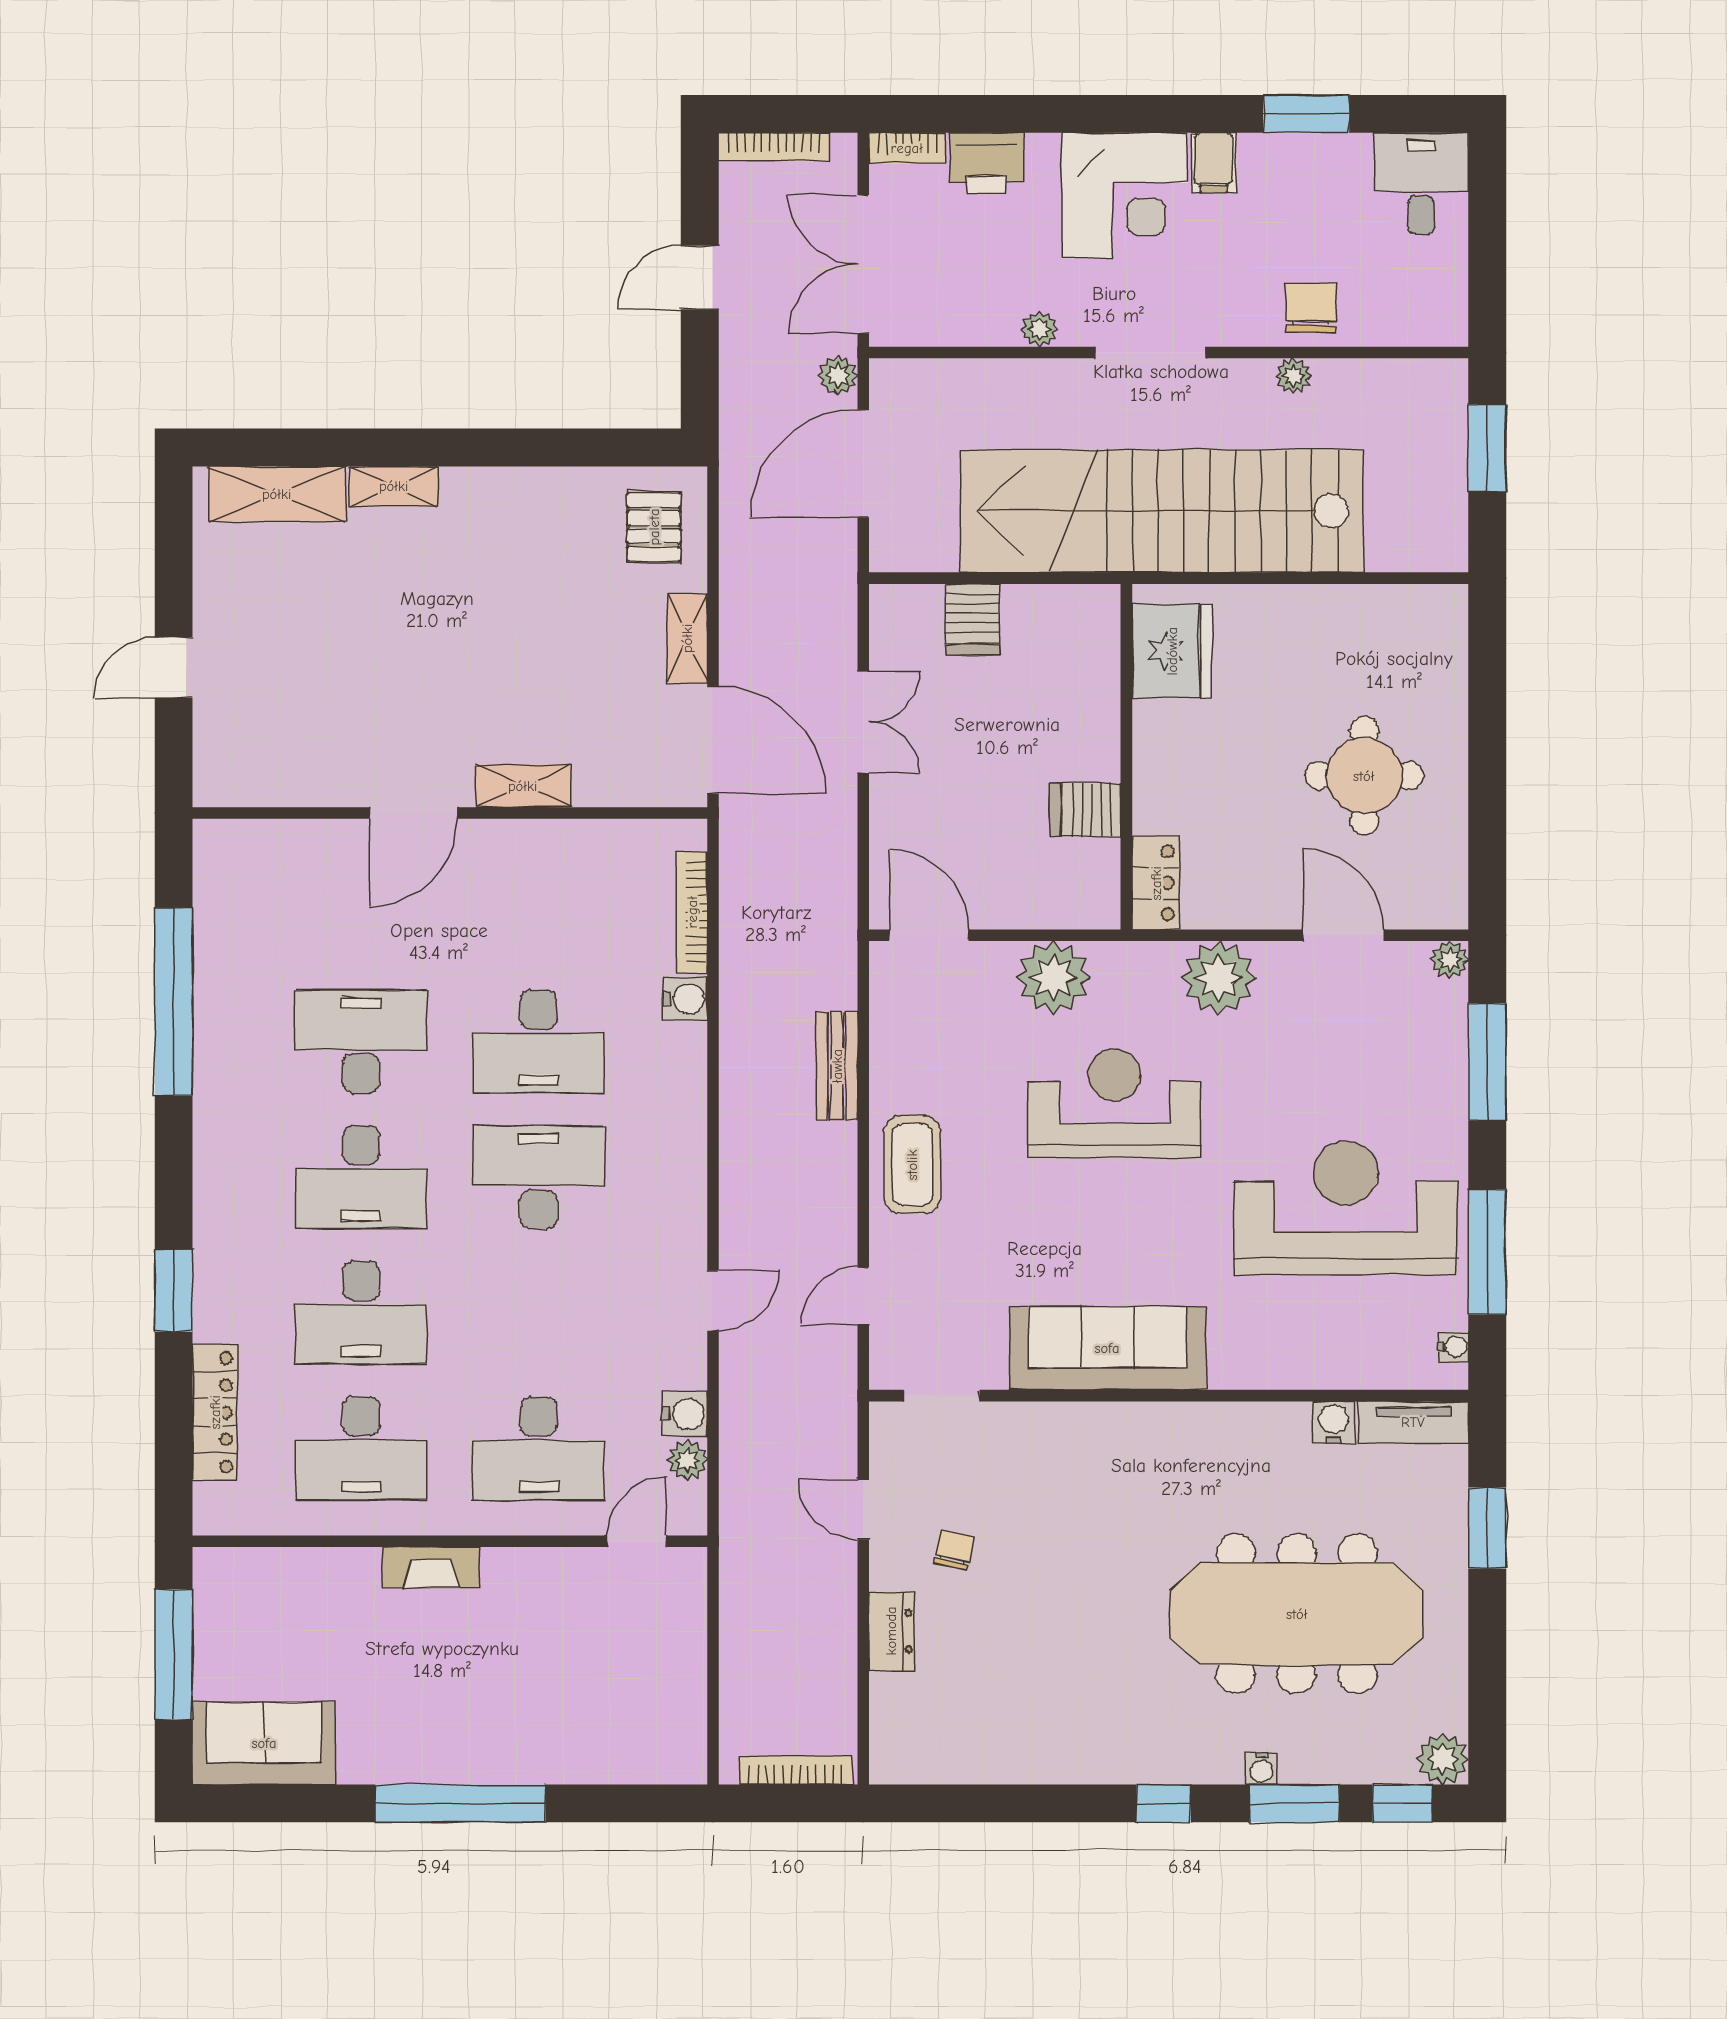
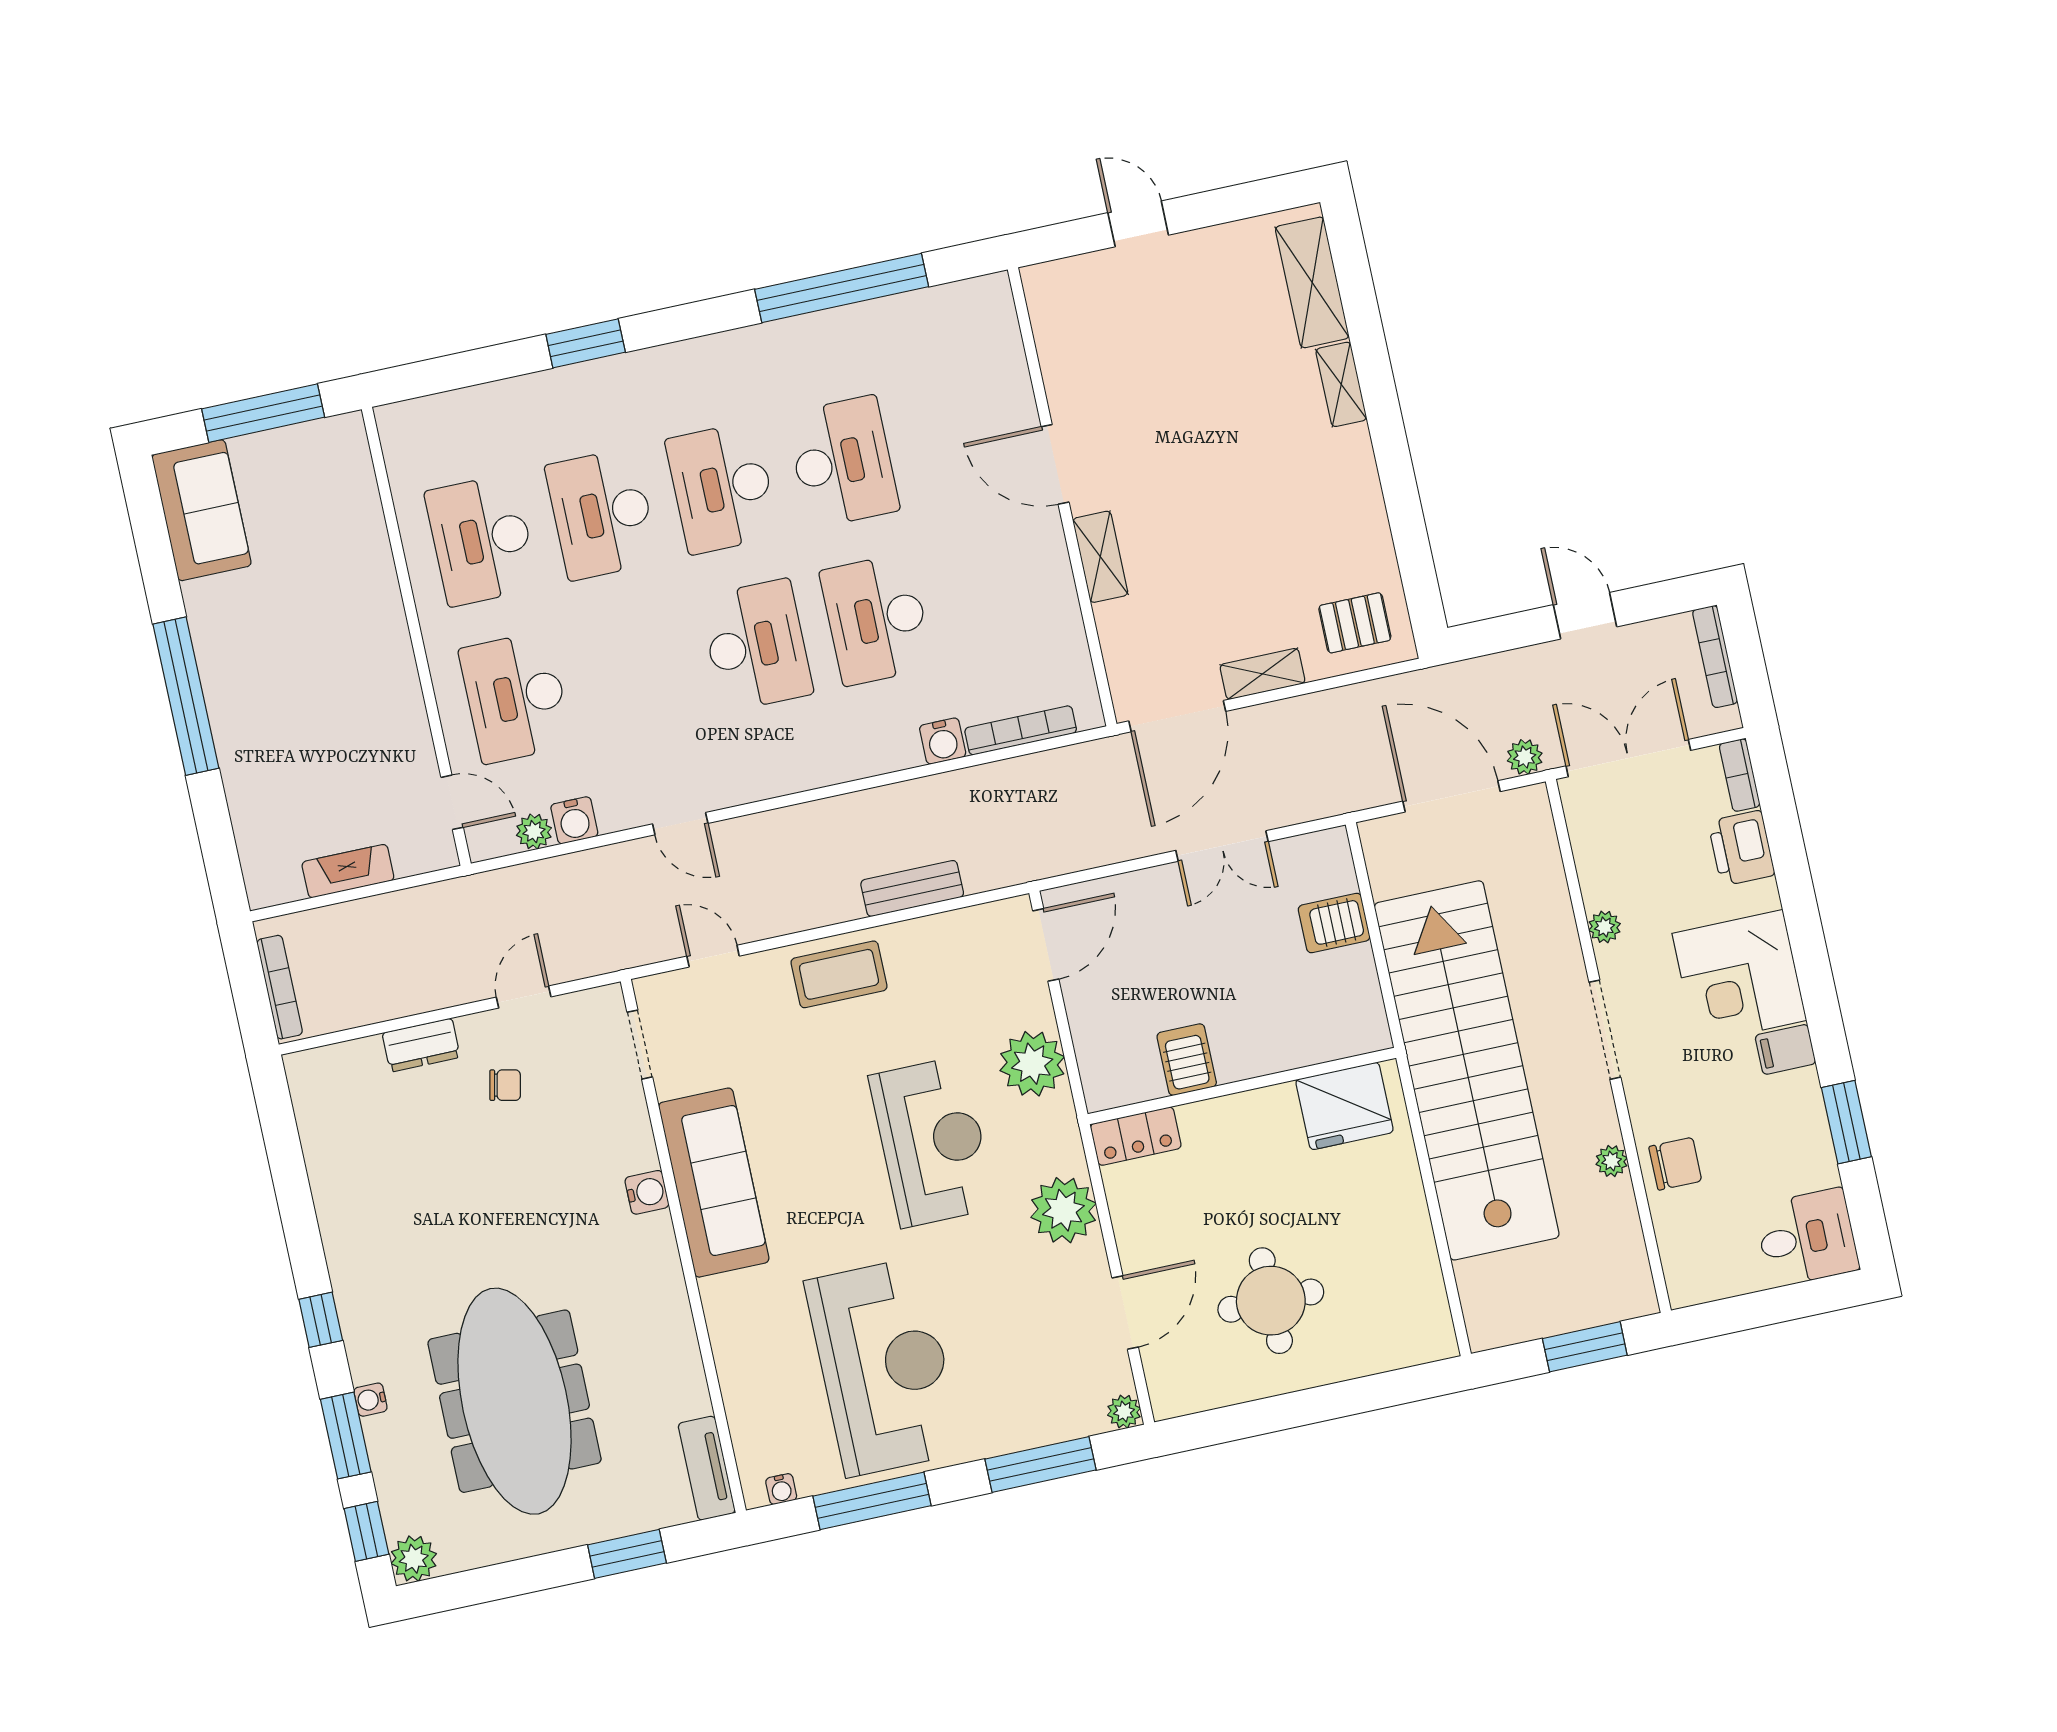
locker: (215, 1412) -> (486, 403), removed
water cooler: (1334, 1422) -> (647, 1192), moved
fireplace: (431, 1568) -> (348, 871), moved, turned 90

